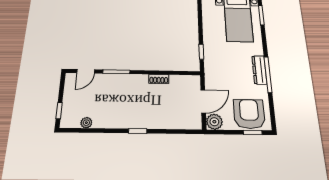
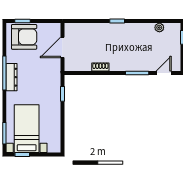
armchair: (249, 114) -> (24, 37), turned -90
plant: (214, 122) -> (54, 30), removed

